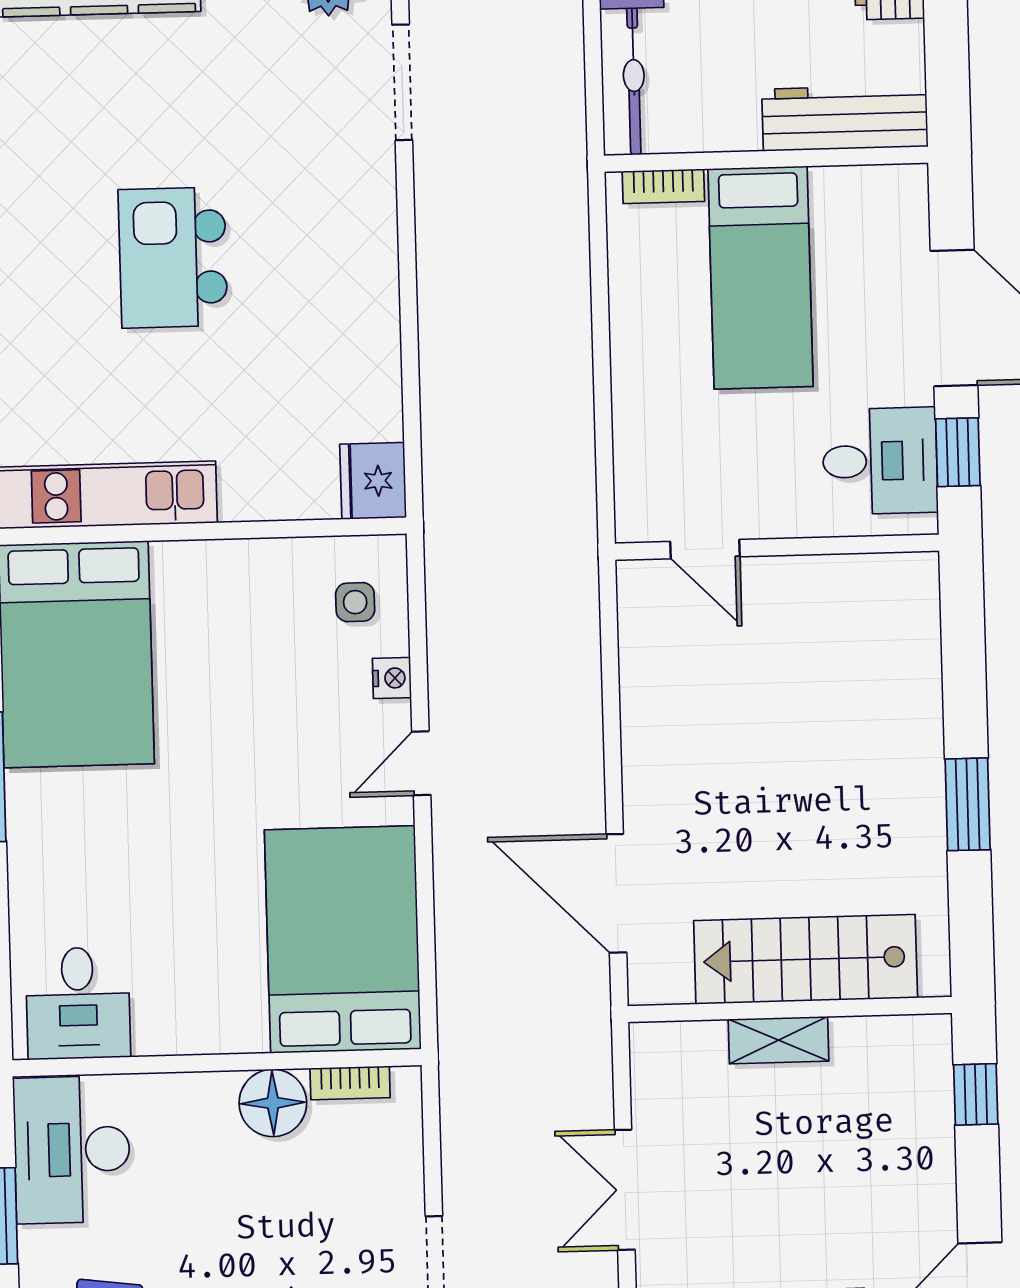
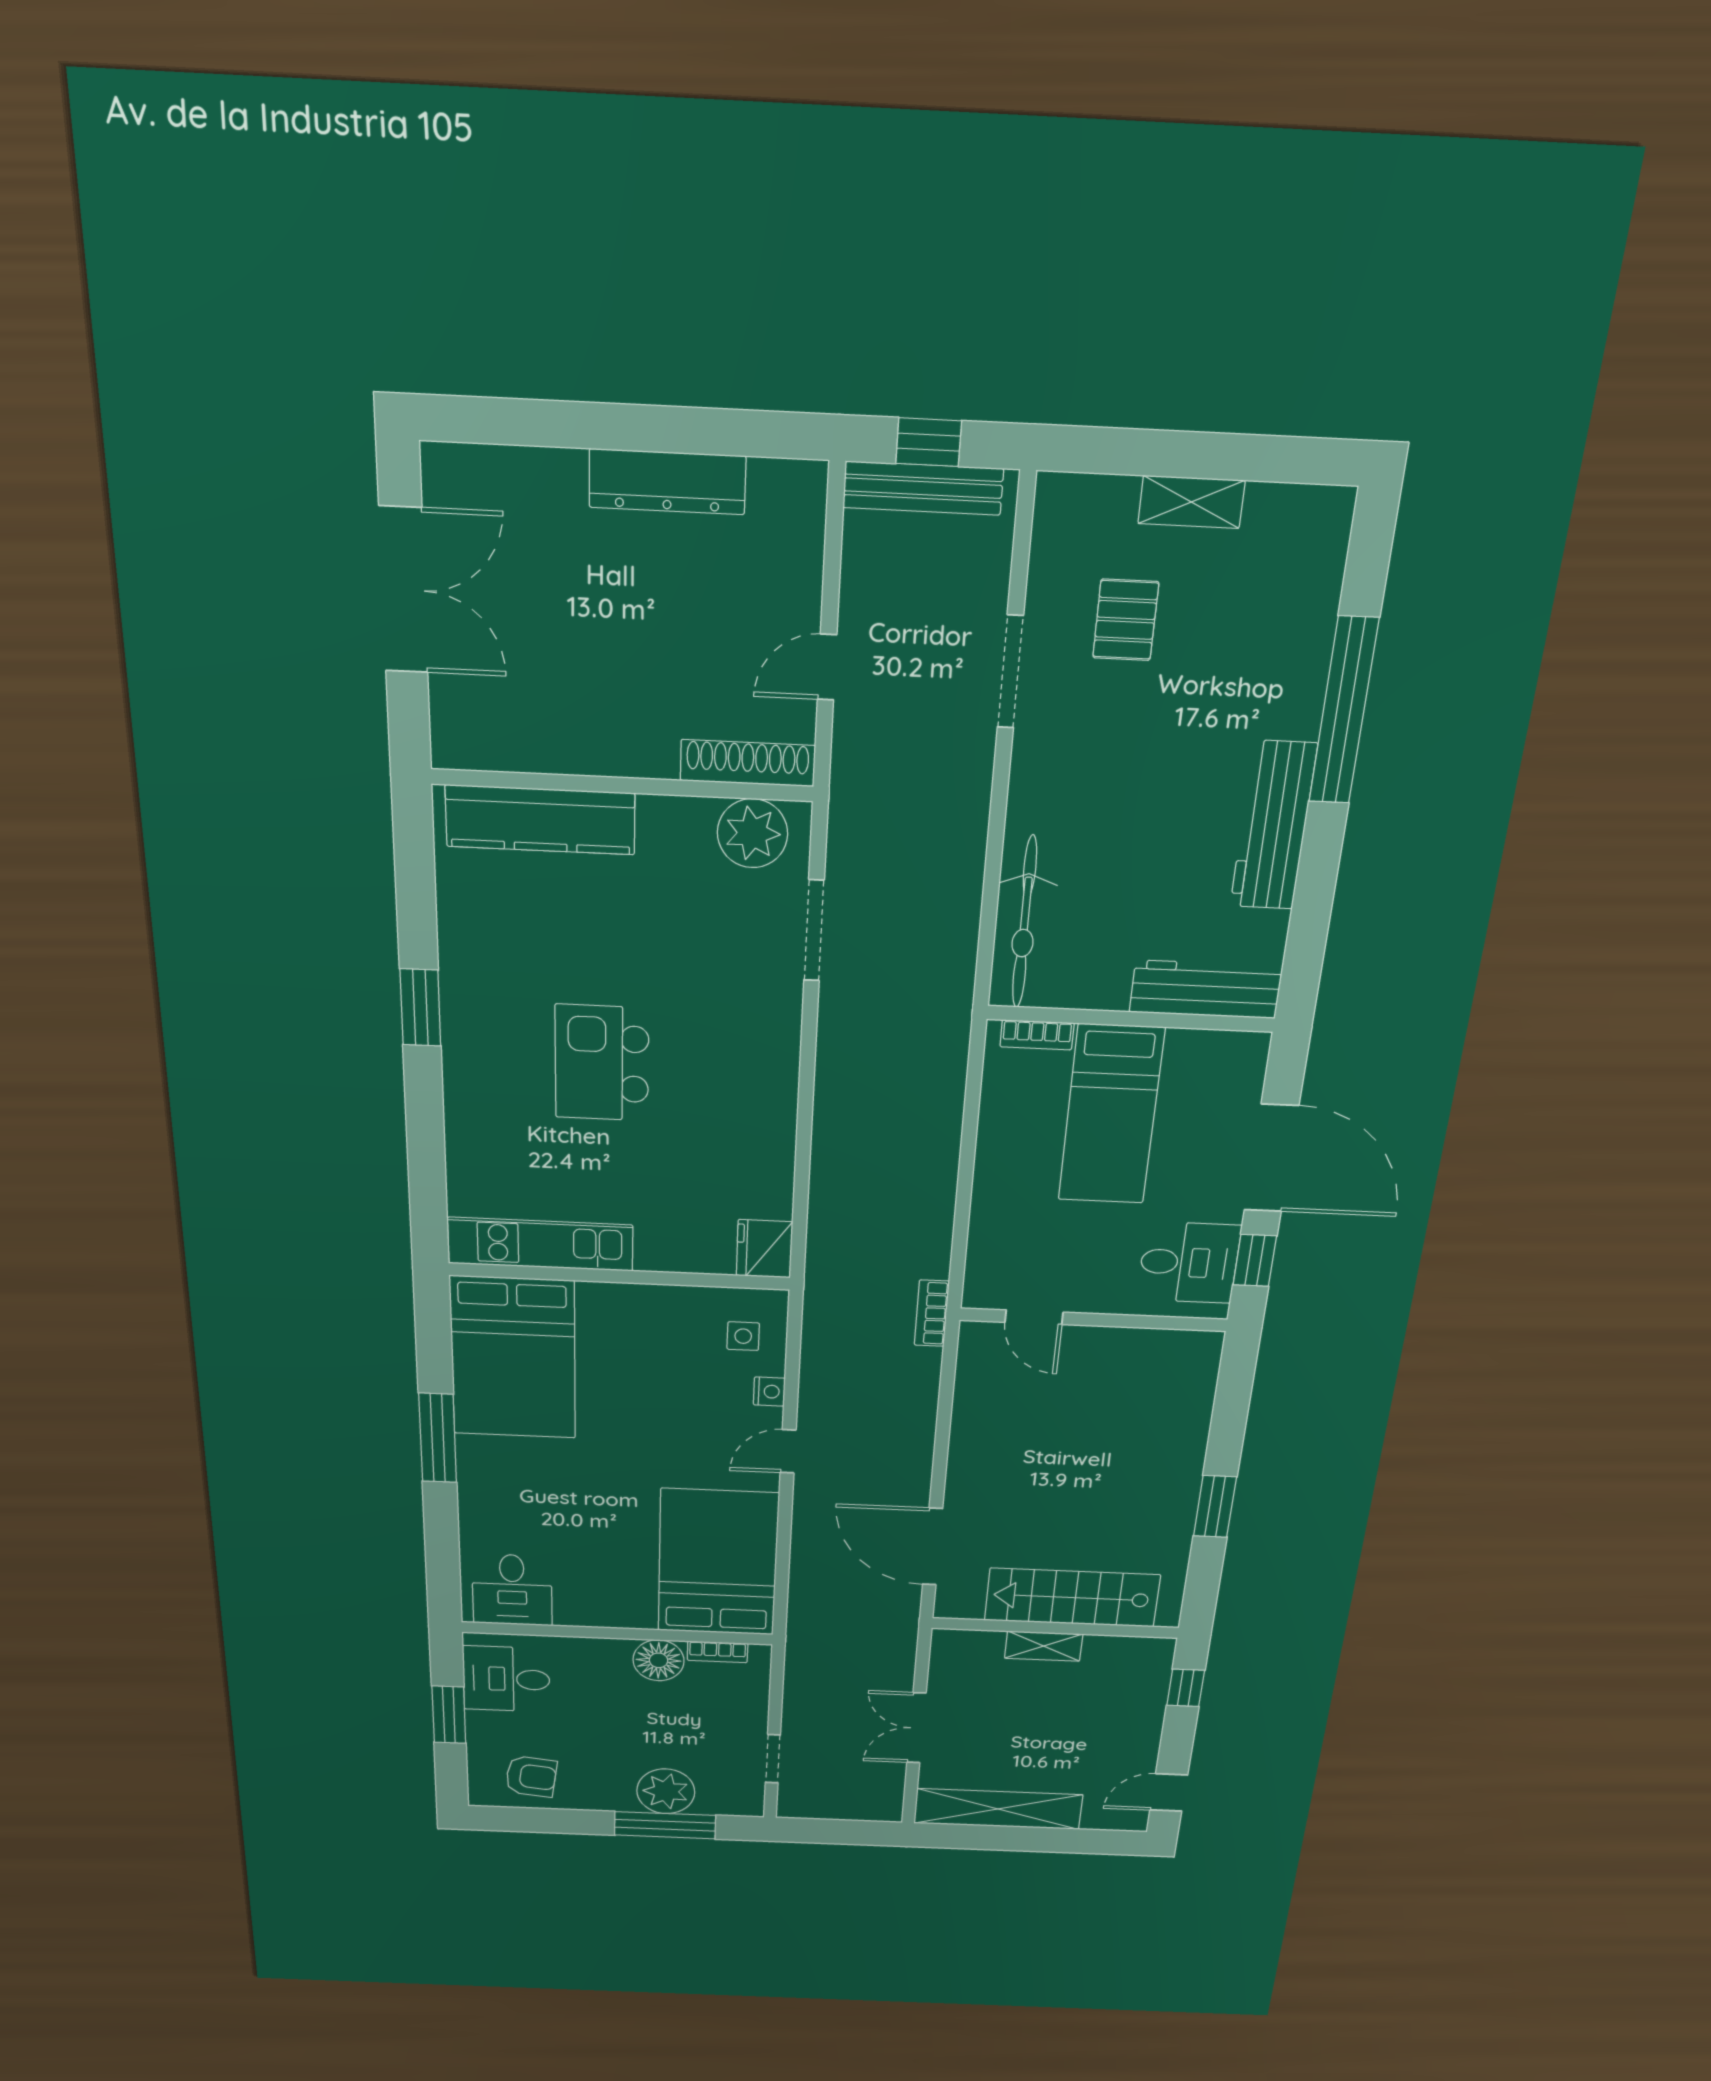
bookcase: (581, 553) -> (932, 1313), added
desk: (72, 1150) -> (506, 1679), width x0.73

